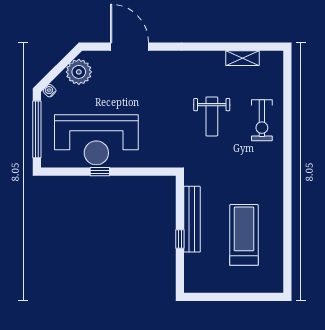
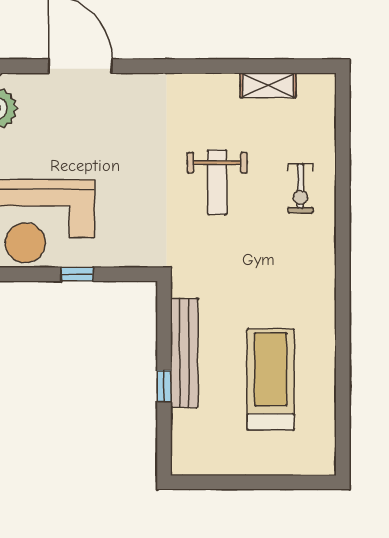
exercise bike: (262, 120) -> (300, 189), width x0.73, depth x0.72
window: (100, 172) -> (77, 274), moved

